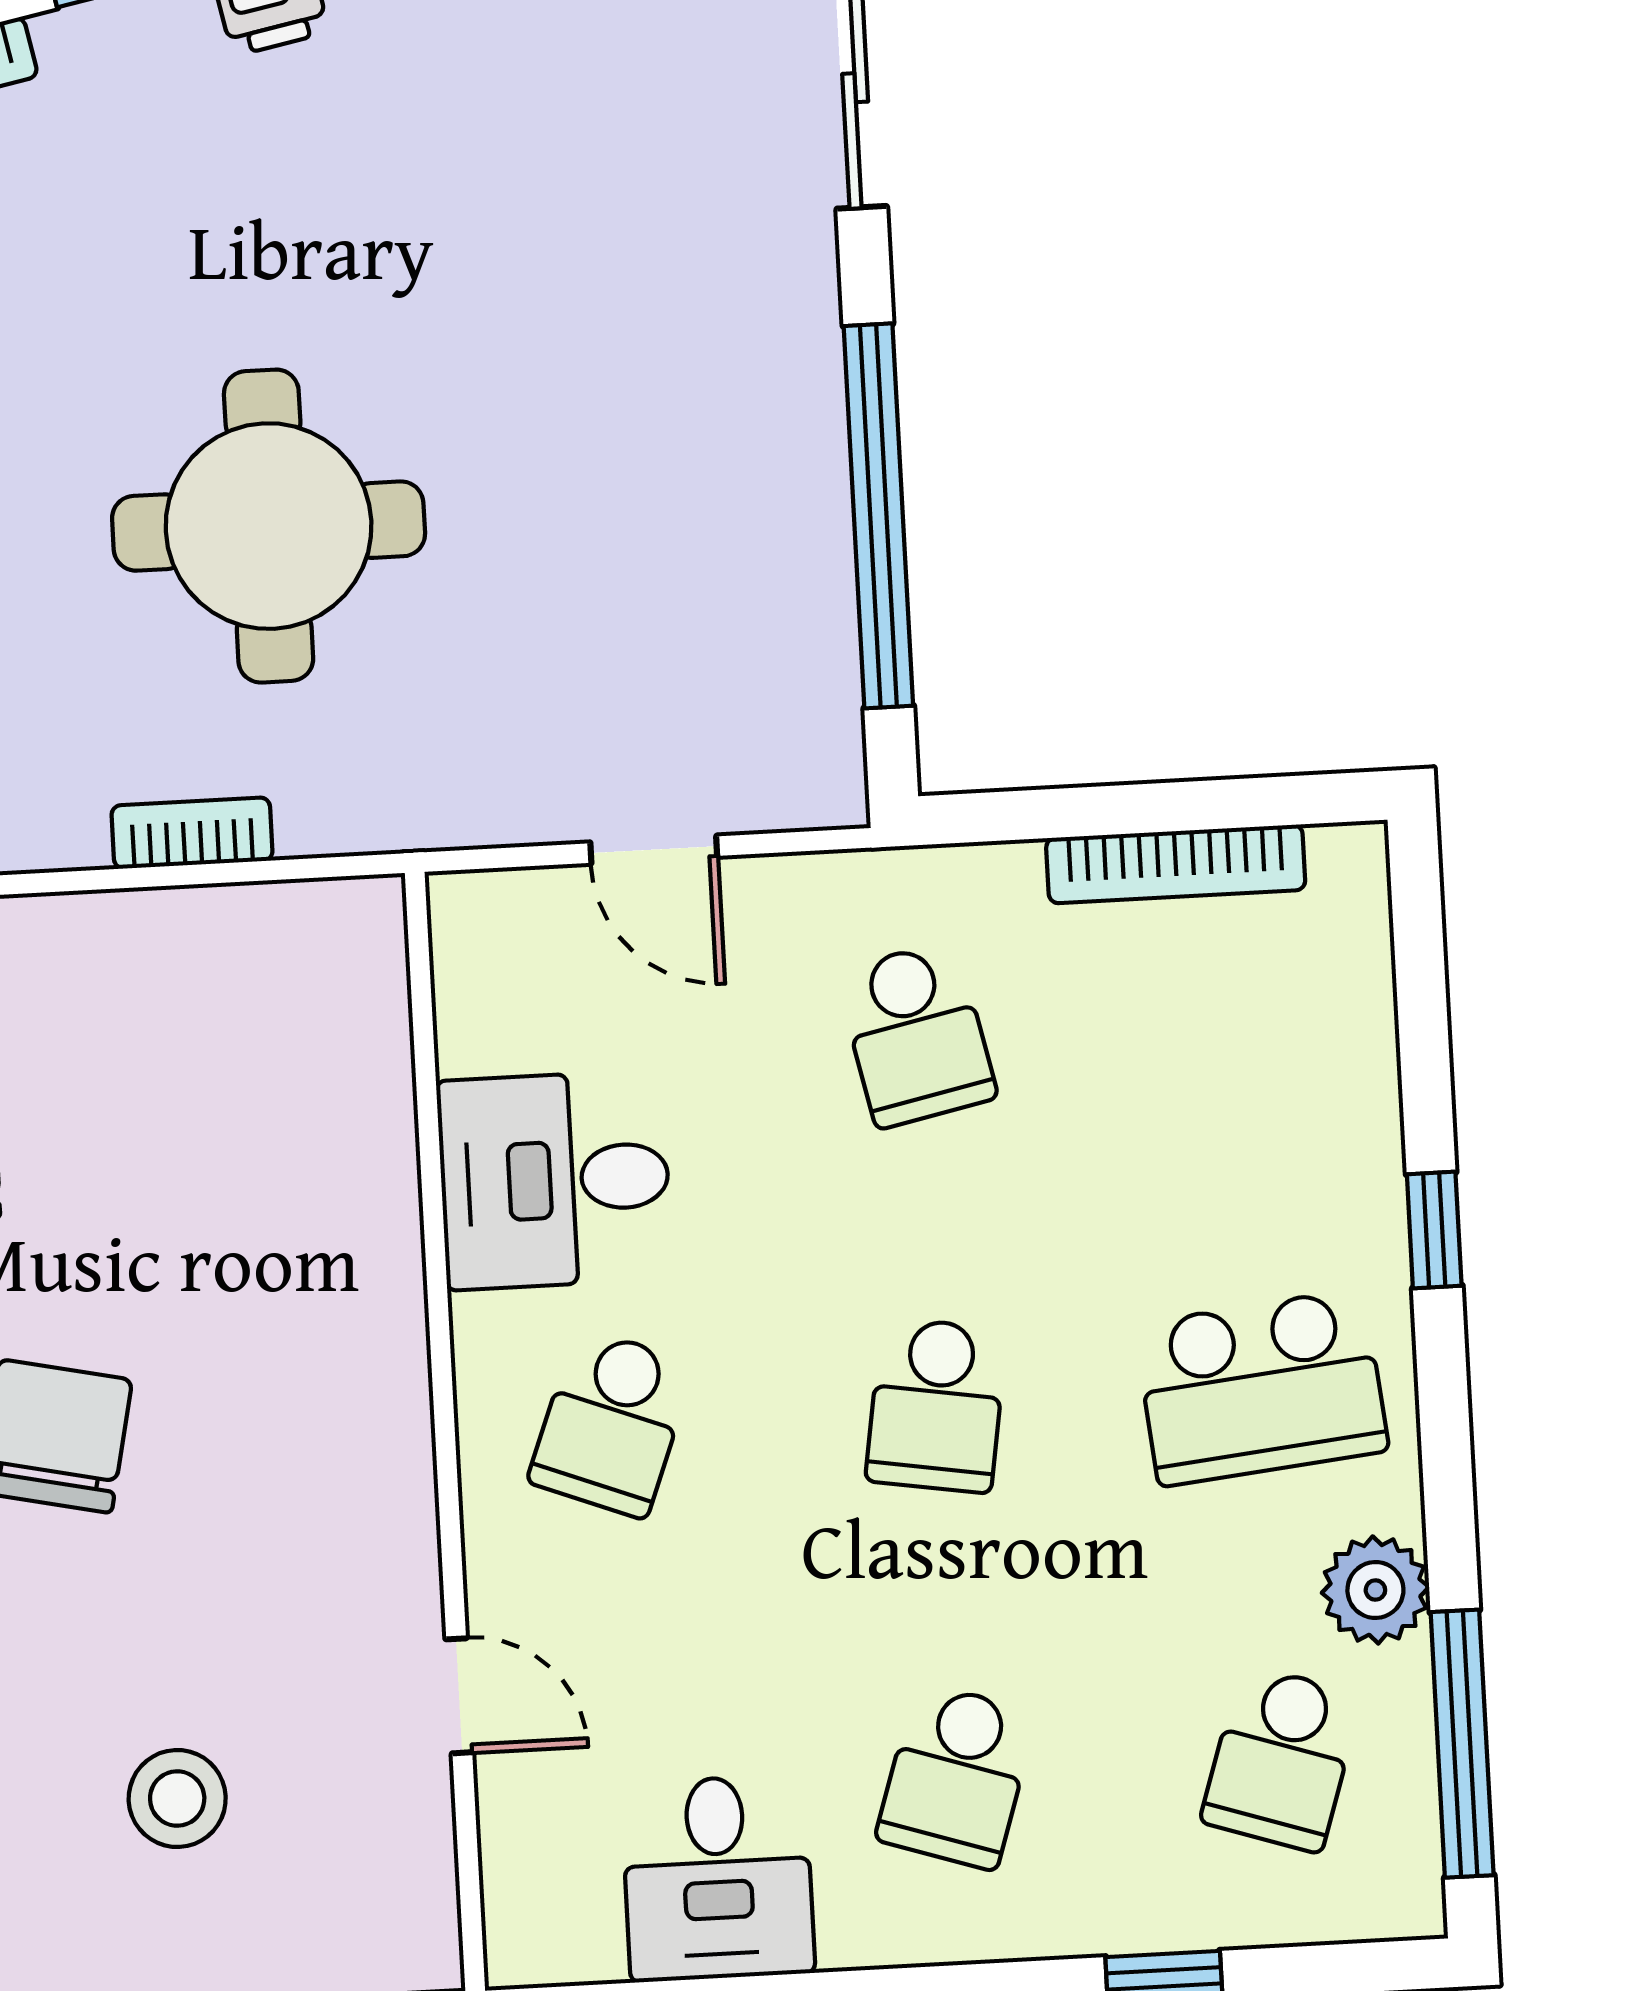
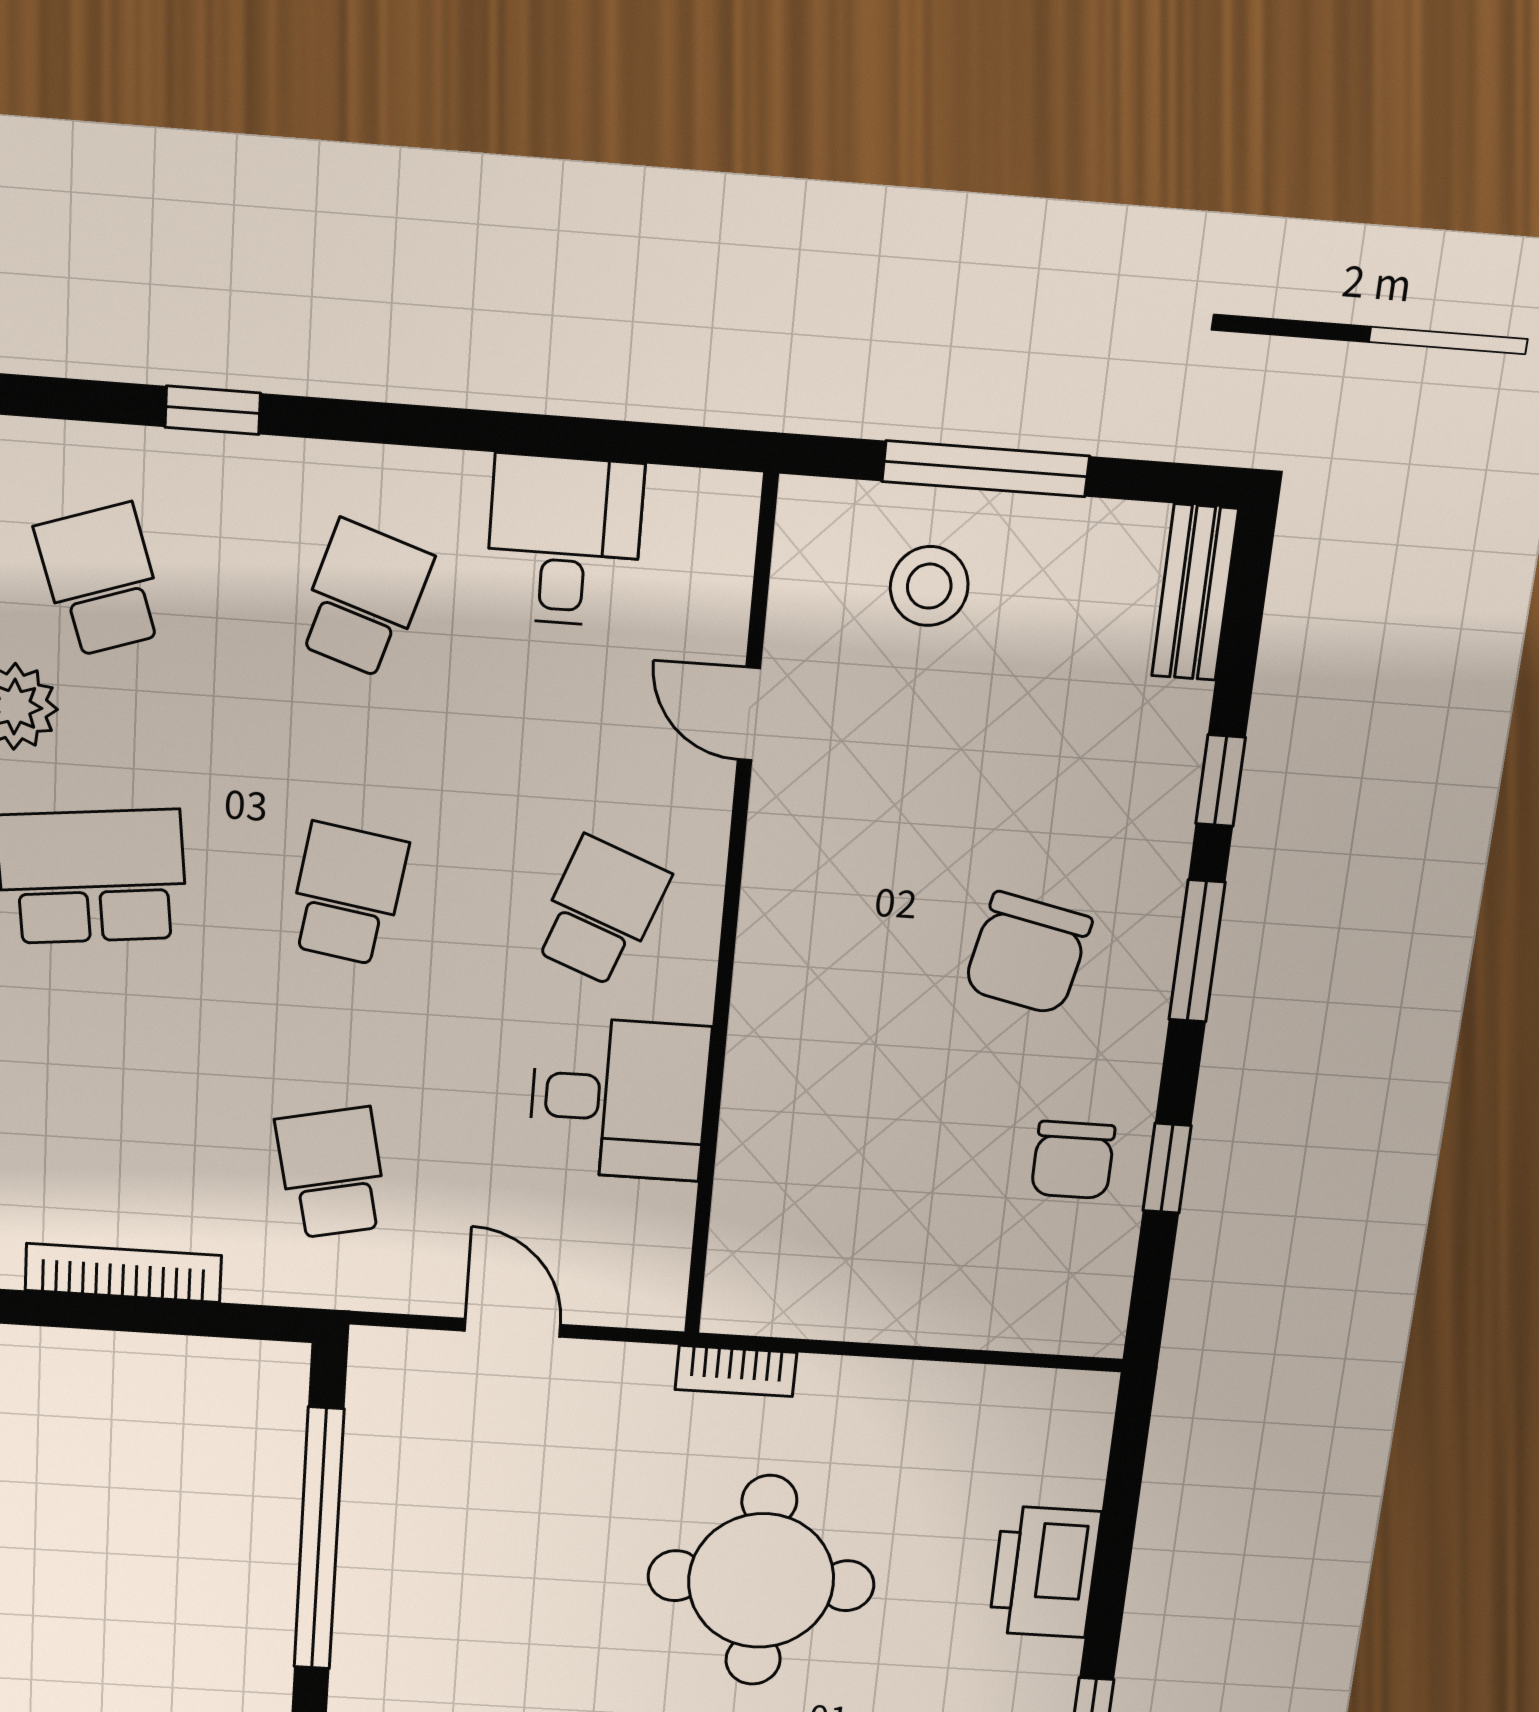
bookcase: (192, 833) -> (736, 1371), moved
school desk: (1281, 1758) -> (101, 580), turned -36
stool: (177, 1798) -> (929, 586), moved

